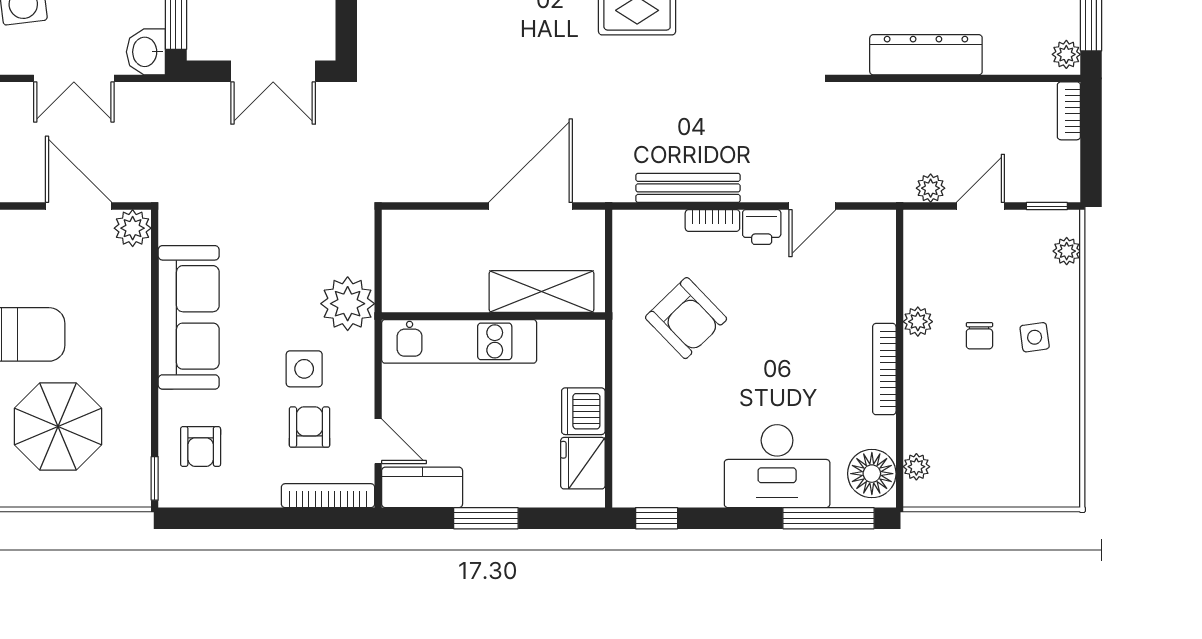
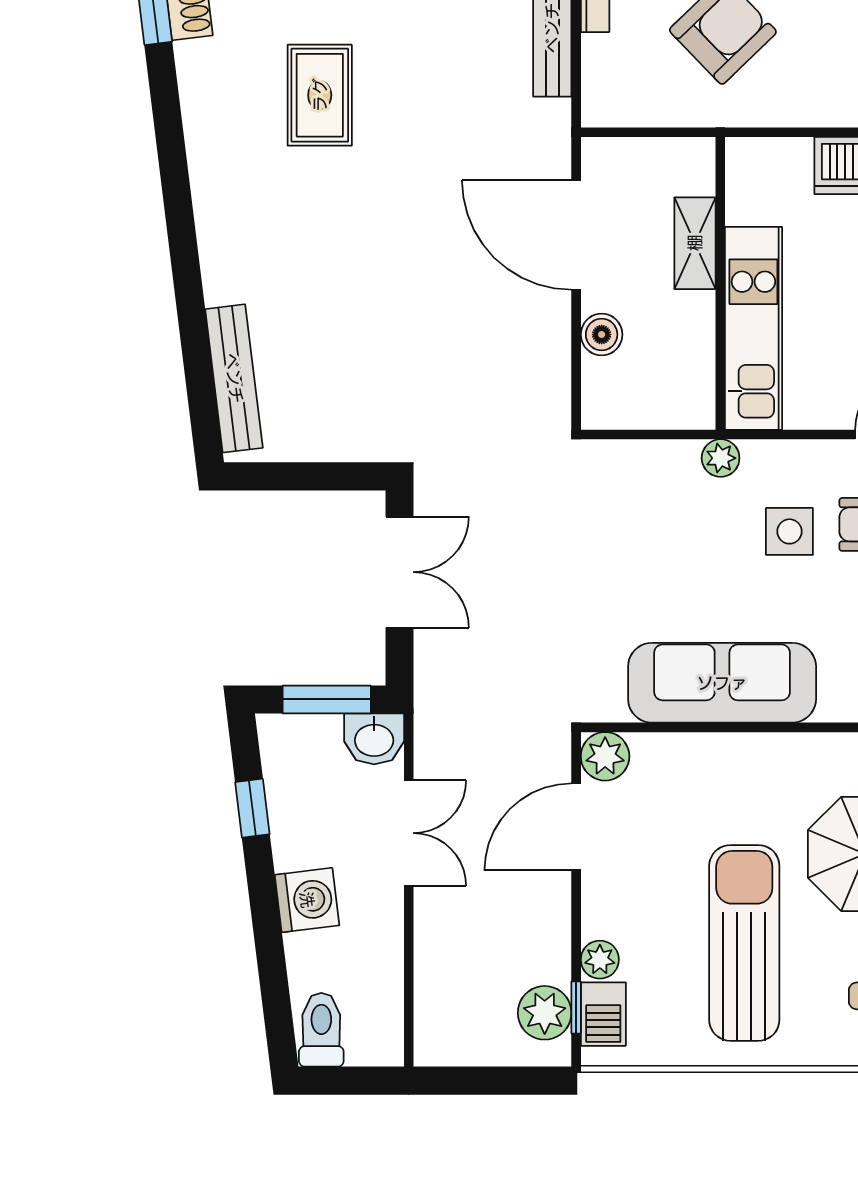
boiler: (454, 225) -> (602, 335), added
shelving: (541, 291) -> (695, 243), width x0.67, depth x0.75
plant: (348, 304) -> (721, 458), width x0.53, depth x0.53

